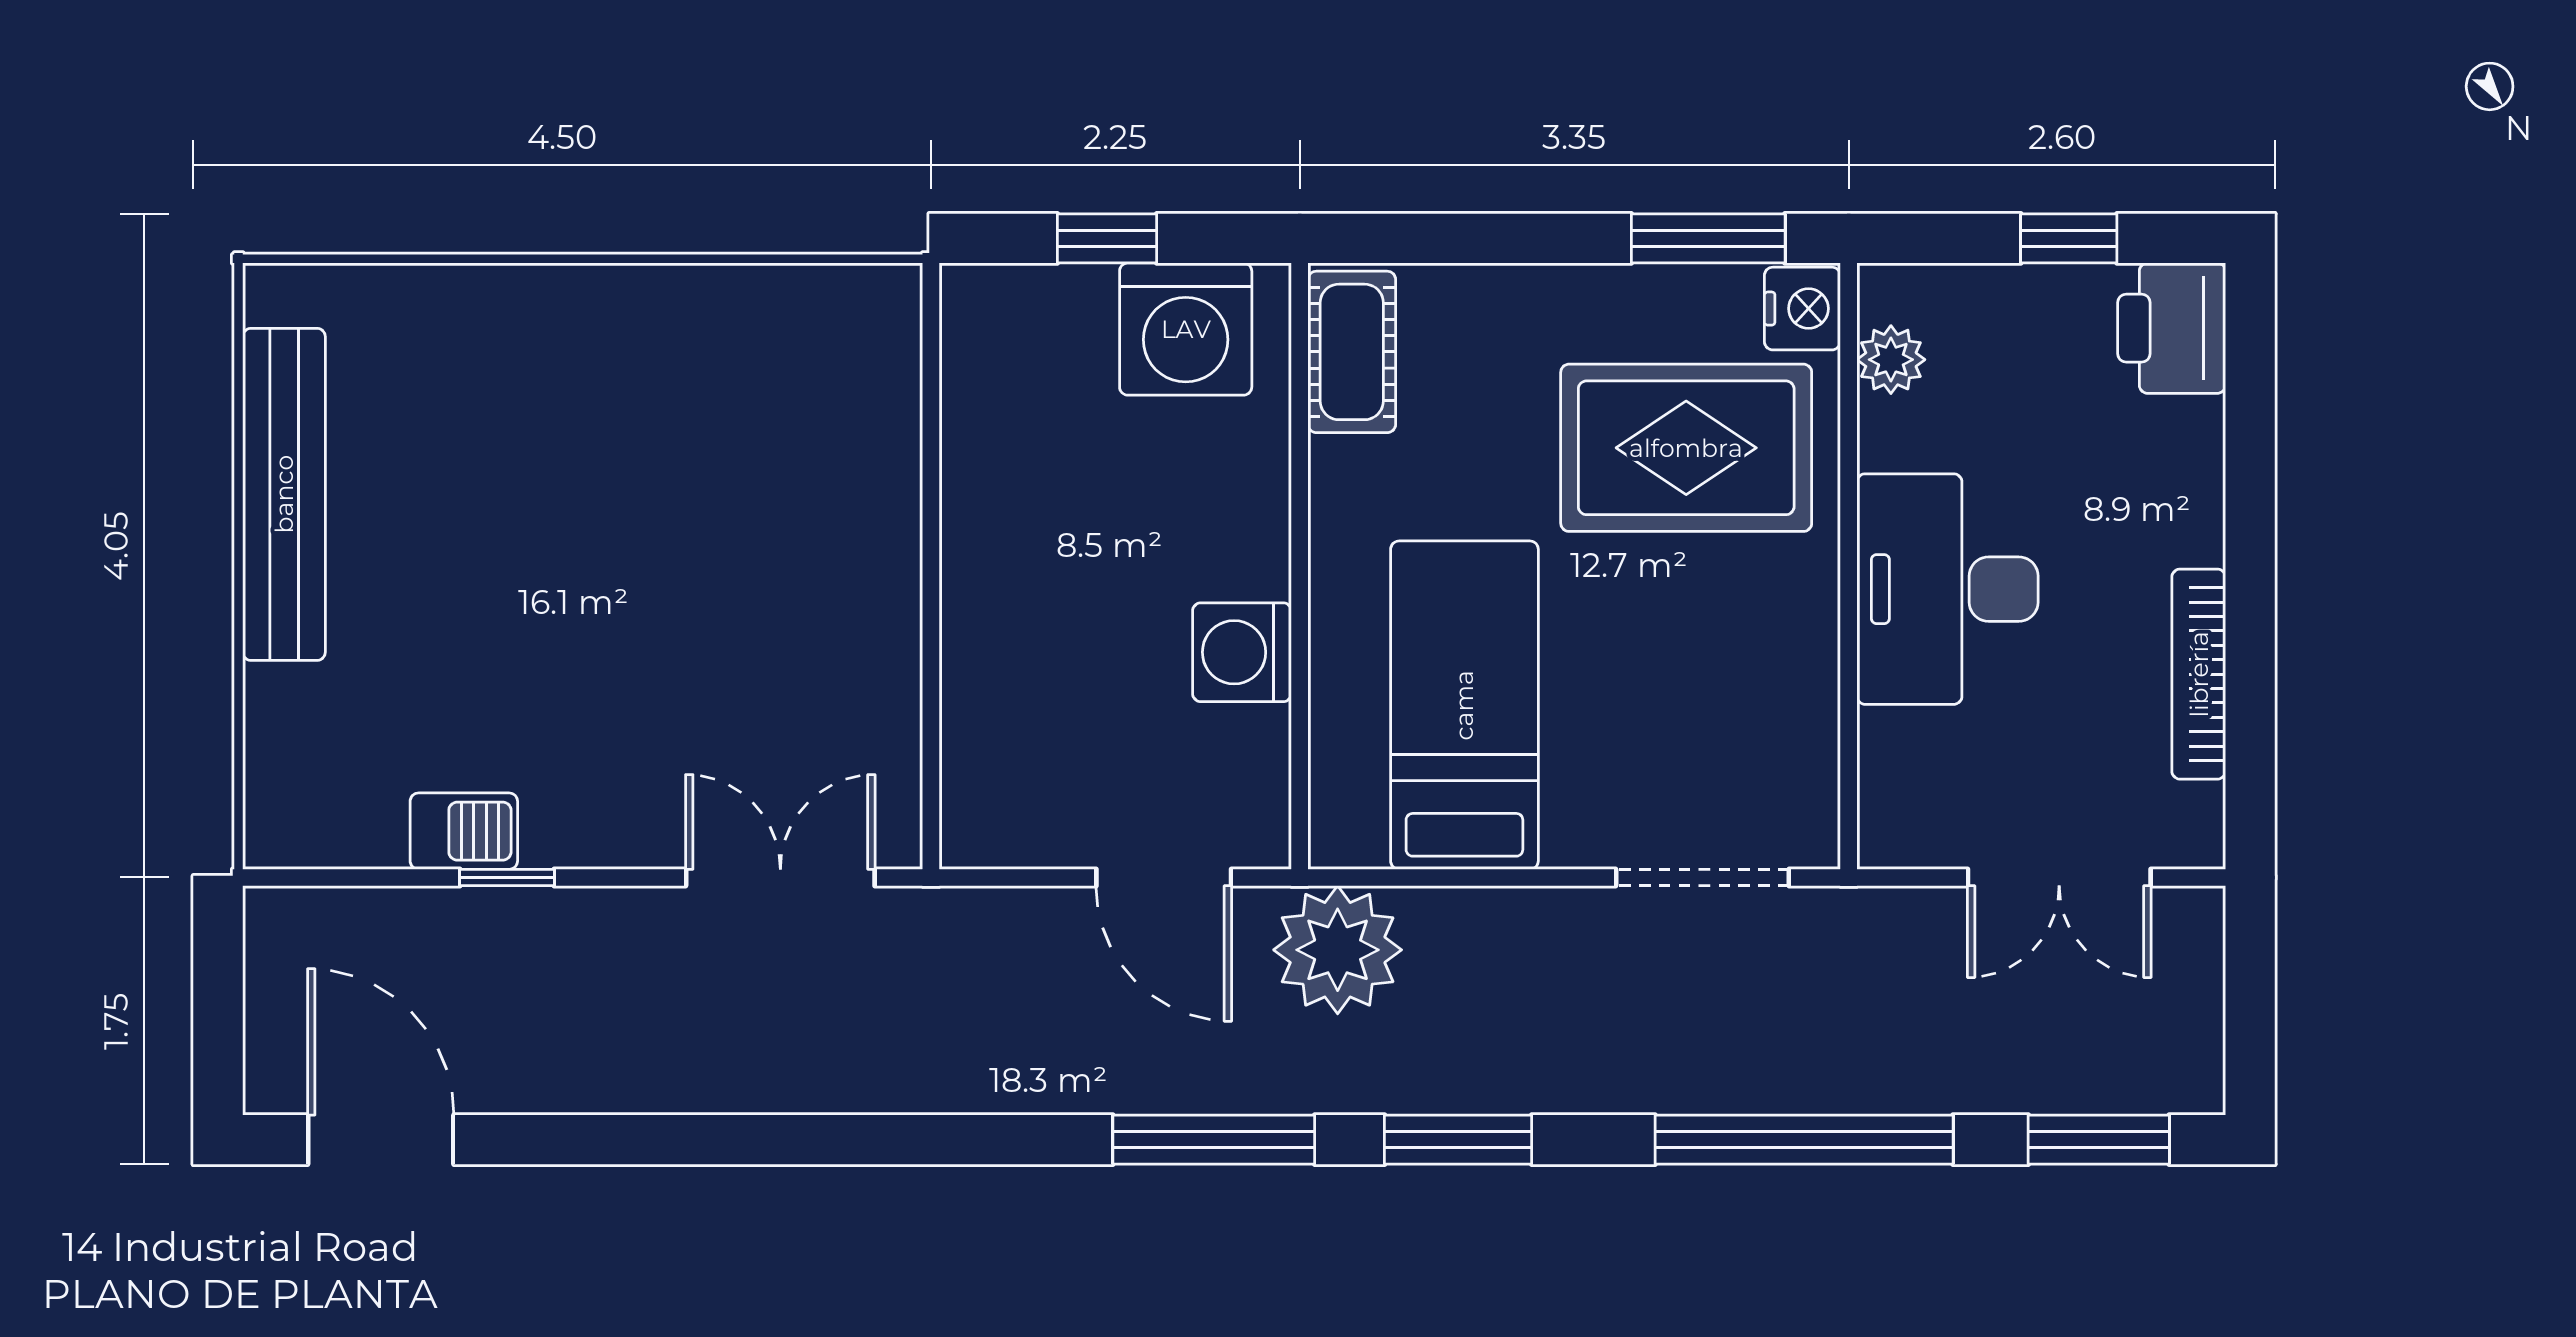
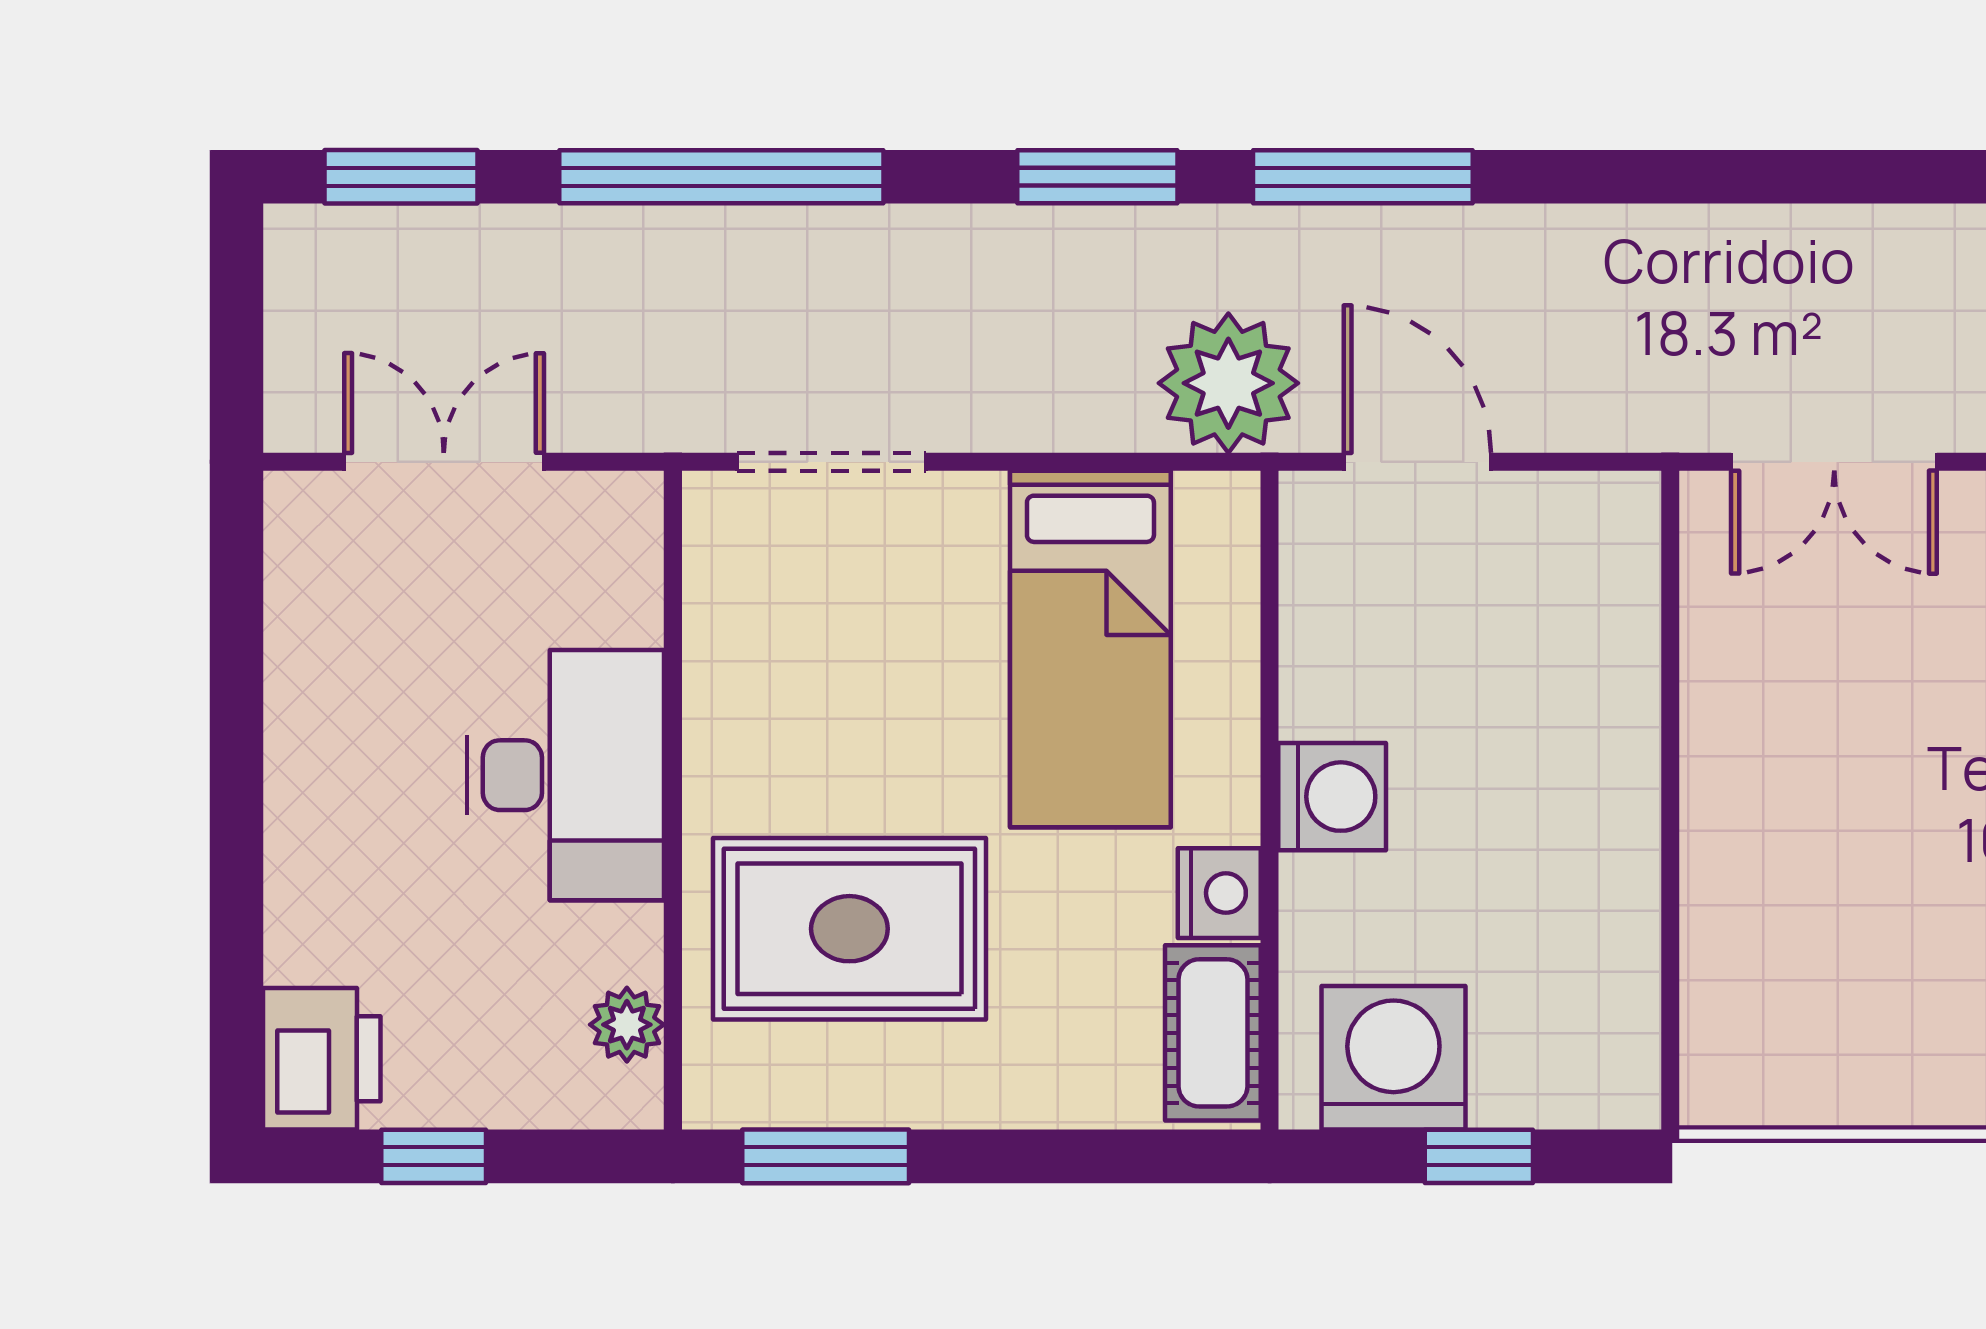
nightstand: (1802, 309) -> (1219, 893), moved, turned 180
washing machine: (1242, 652) -> (1332, 797), moved
bookcase: (2199, 674) -> (292, 683), removed

